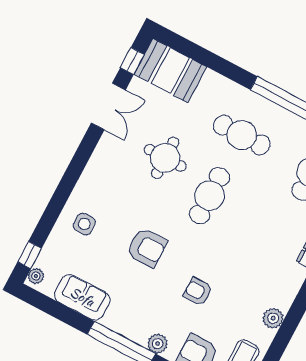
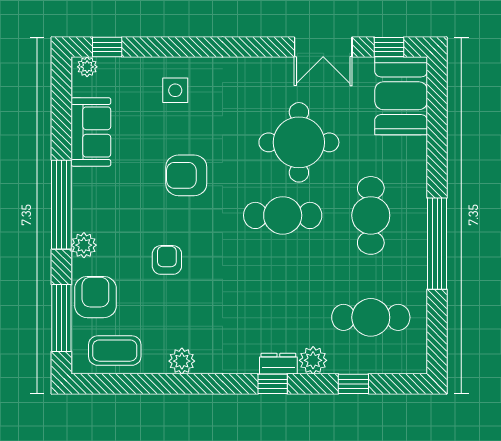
round table: (165, 158) -> (299, 142), width x1.36, depth x1.36
armchair: (147, 247) -> (186, 175), turned 90

